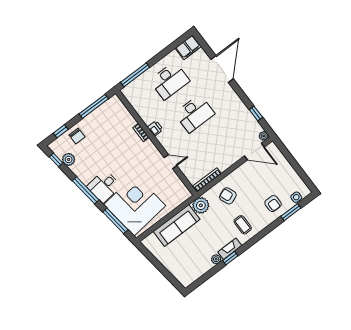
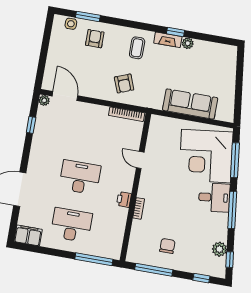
chair: (77, 136) -> (167, 246), moved
plant: (201, 205) -> (154, 99), removed

